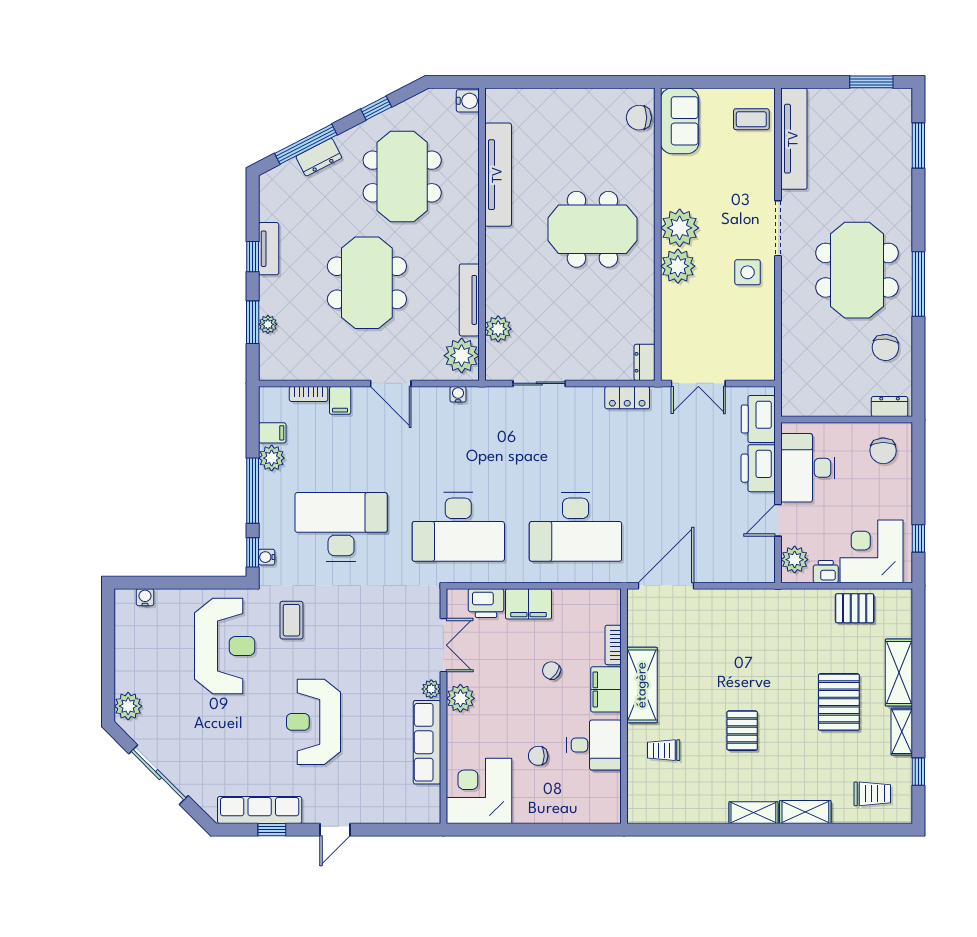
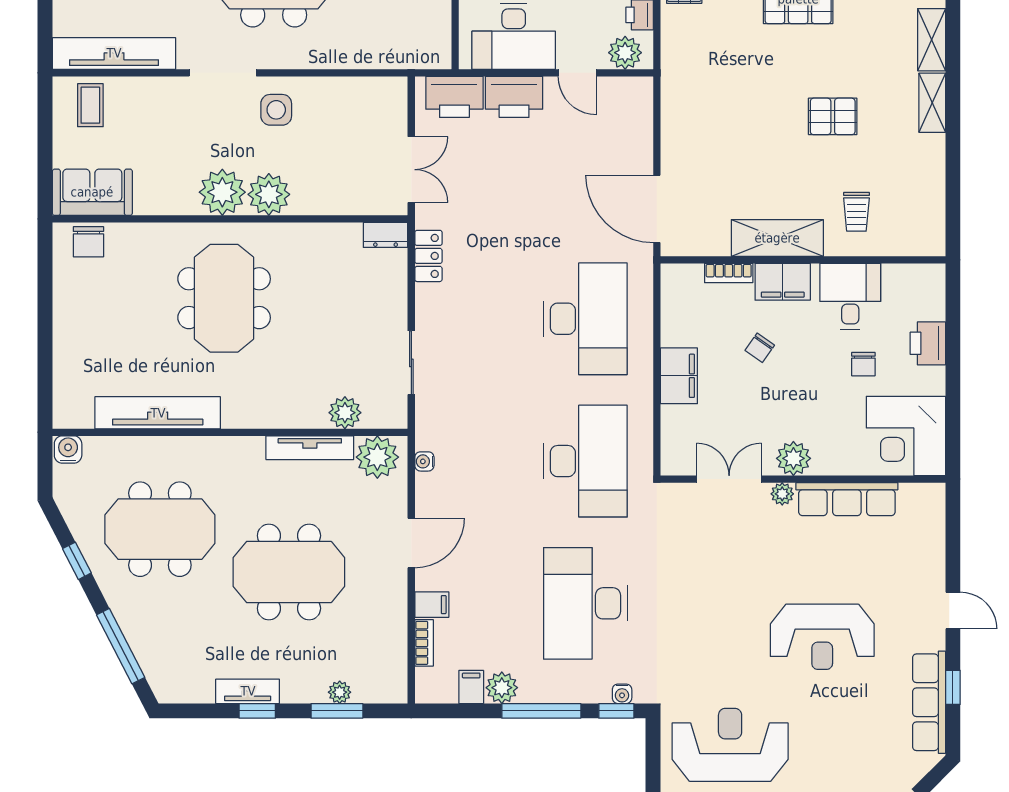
dresser: (319, 157) -> (137, 630), removed
printer: (486, 603) -> (928, 343), moved, turned 180
coffee table: (291, 620) -> (699, 664), removed

